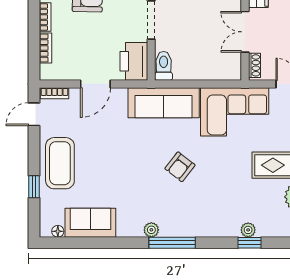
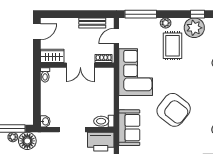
sofa: (164, 103) -> (129, 128), width x0.73
armchair: (180, 167) -> (174, 110), width x1.88, depth x1.88

